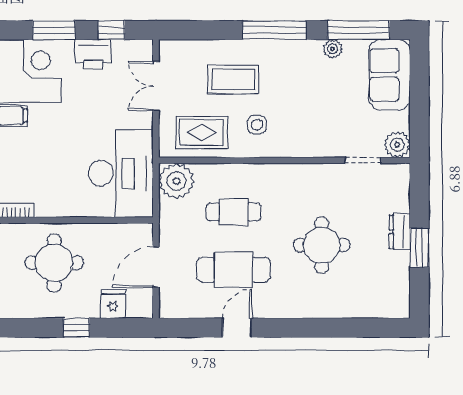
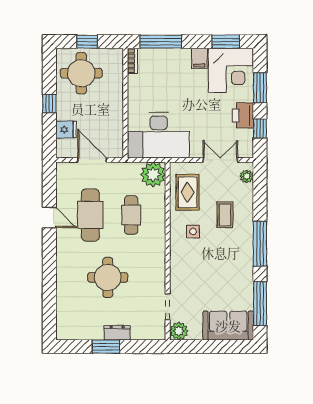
plant: (332, 49) -> (247, 176), moved
coffee table: (233, 80) -> (225, 215), width x0.73, depth x0.77
round table: (54, 263) -> (81, 73), moved

